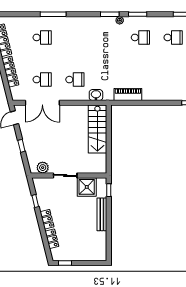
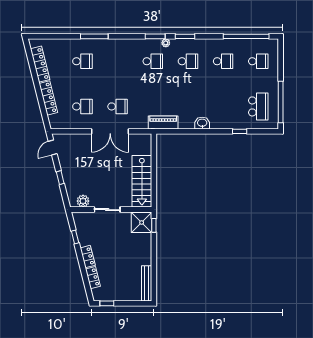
school desk: (108, 37) -> (153, 61), added
piano: (128, 94) -> (163, 122), moved
washbasin: (96, 95) -> (202, 123), moved
double door: (42, 103) -> (110, 131), moved
stairs: (97, 129) -> (142, 181), moved
shower: (87, 187) -> (142, 223), moved
bench: (102, 214) -> (147, 283), moved

